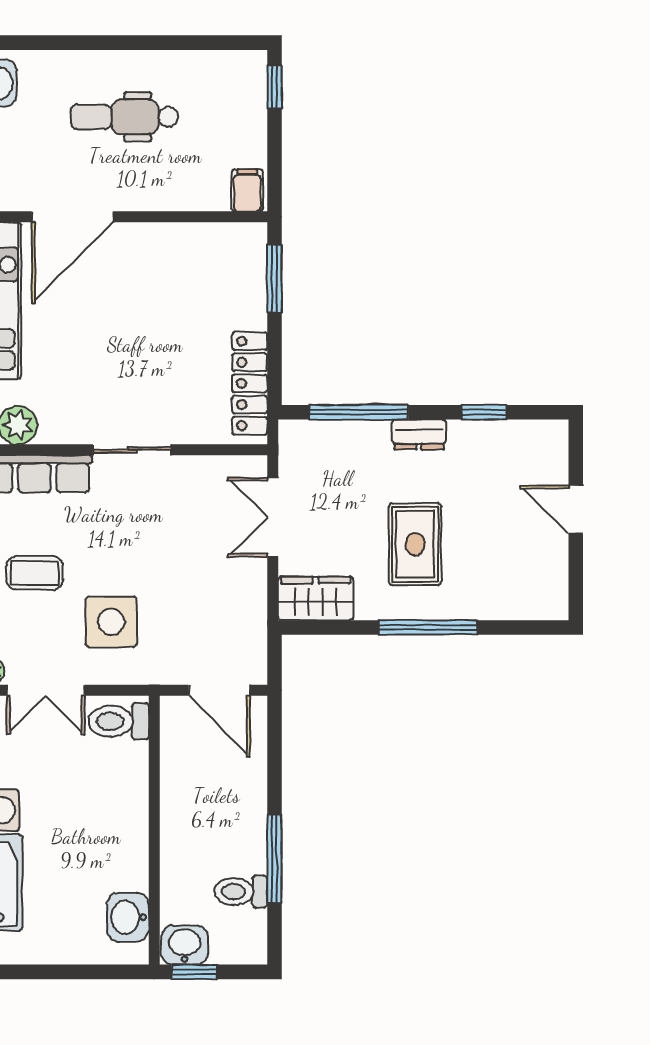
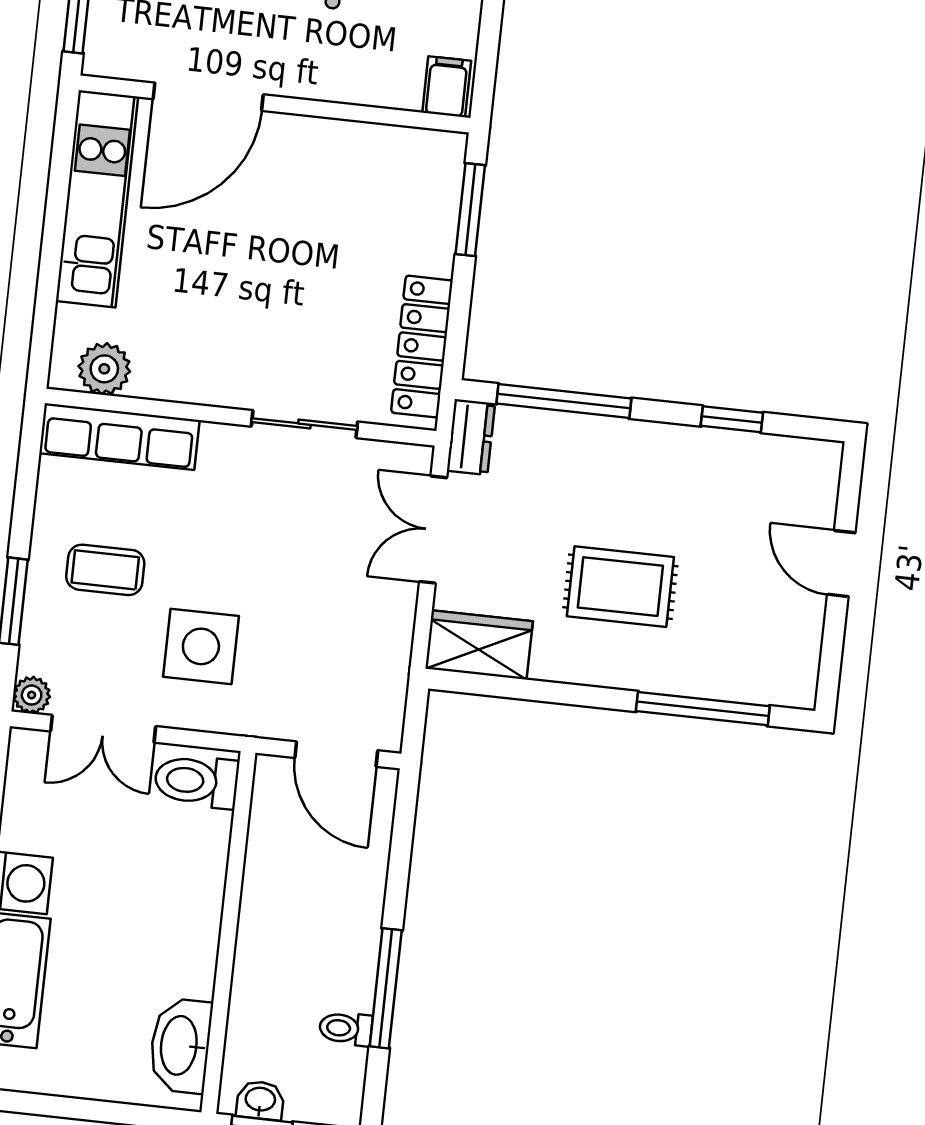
dresser: (419, 434) -> (471, 437), moved, turned -90
sliding door: (132, 450) -> (304, 424), moved
rug: (415, 544) -> (620, 587), turned 90
window: (428, 627) -> (703, 709), moved
toilet: (241, 891) -> (346, 1029), width x0.73, depth x0.72
washbasin: (128, 917) -> (180, 1046), width x1.38
washbasin: (185, 945) -> (260, 1100), width x0.72, depth x0.69

